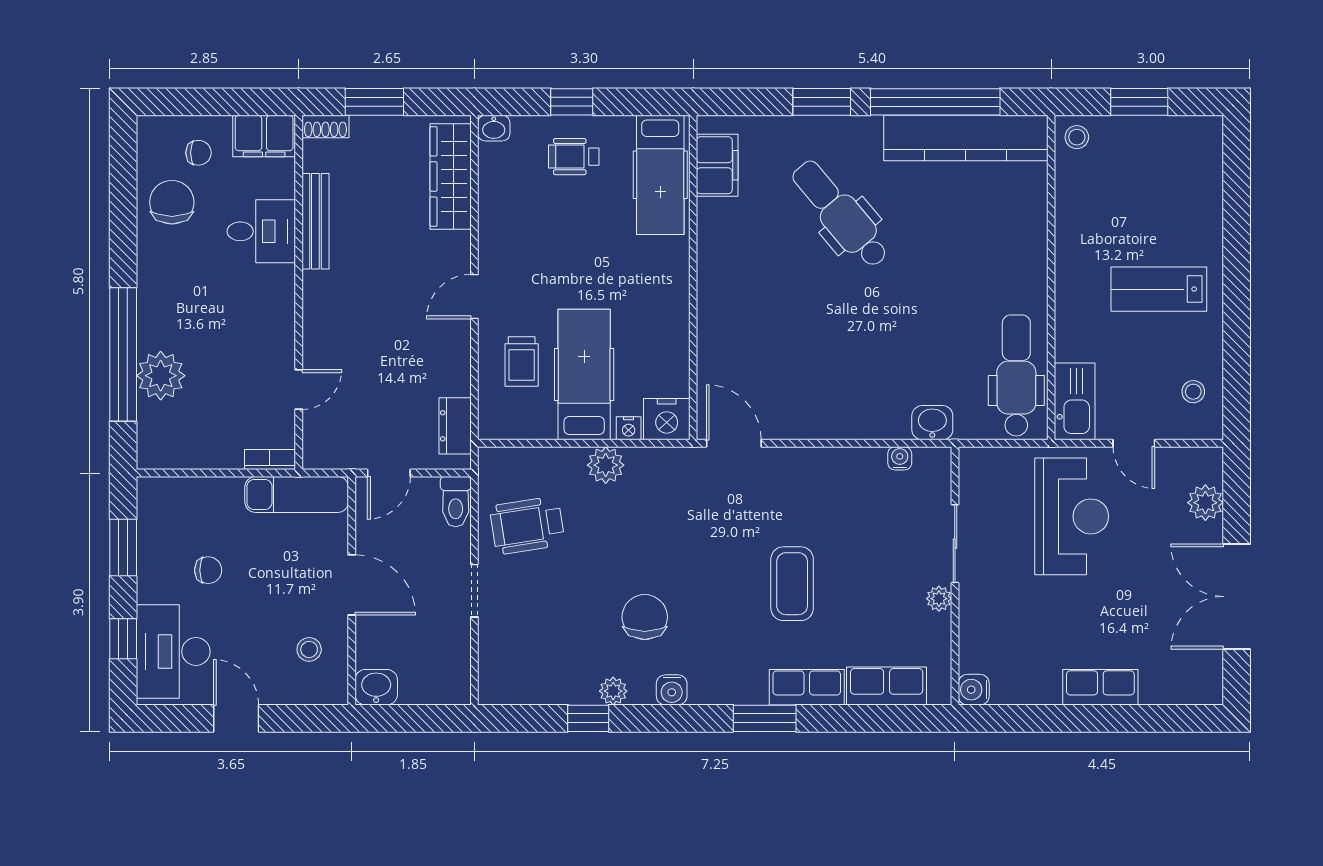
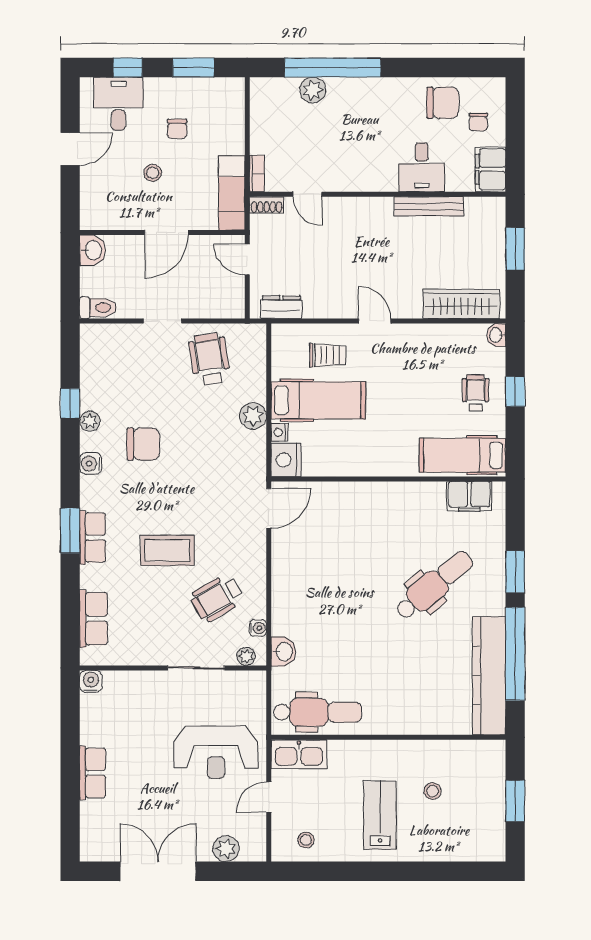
shoe rack: (325, 126) -> (267, 205), moved, turned -90
stool: (1077, 137) -> (433, 791), moved
trolley: (522, 361) -> (328, 355), turned 180
plant: (161, 376) -> (313, 90), width x0.73, depth x0.73
toilet: (456, 502) -> (98, 308), moved, turned 180
wheelchair: (858, 515) -> (217, 598), added
plant: (939, 599) -> (246, 656), moved
stool: (309, 649) -> (153, 173), moved
desk: (173, 651) -> (118, 104), width x0.73
row of seats: (807, 687) -> (93, 537), moved

